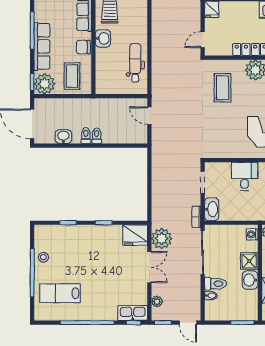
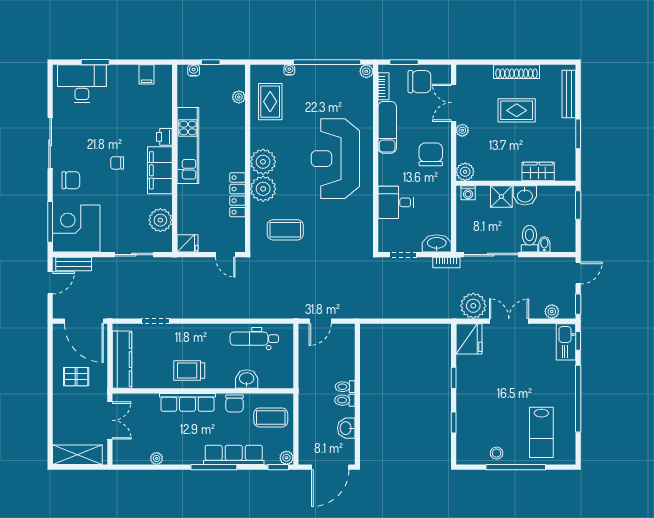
washbasin: (103, 38) -> (247, 379), moved
plant: (44, 84) -> (286, 458), width x0.53, depth x0.53

